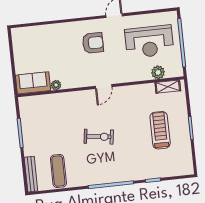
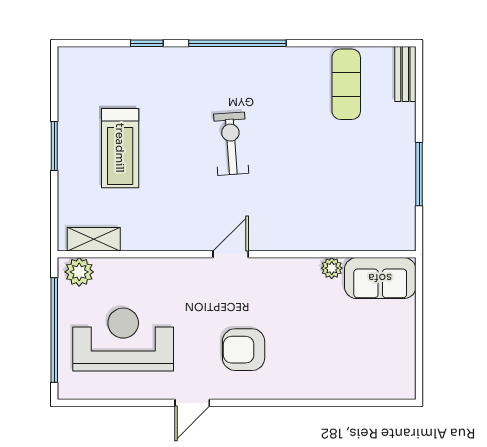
plant: (158, 72) -> (79, 272), moved
exercise bike: (99, 137) -> (231, 144), moved, turned 78
bench: (31, 174) -> (405, 74), width x0.73

